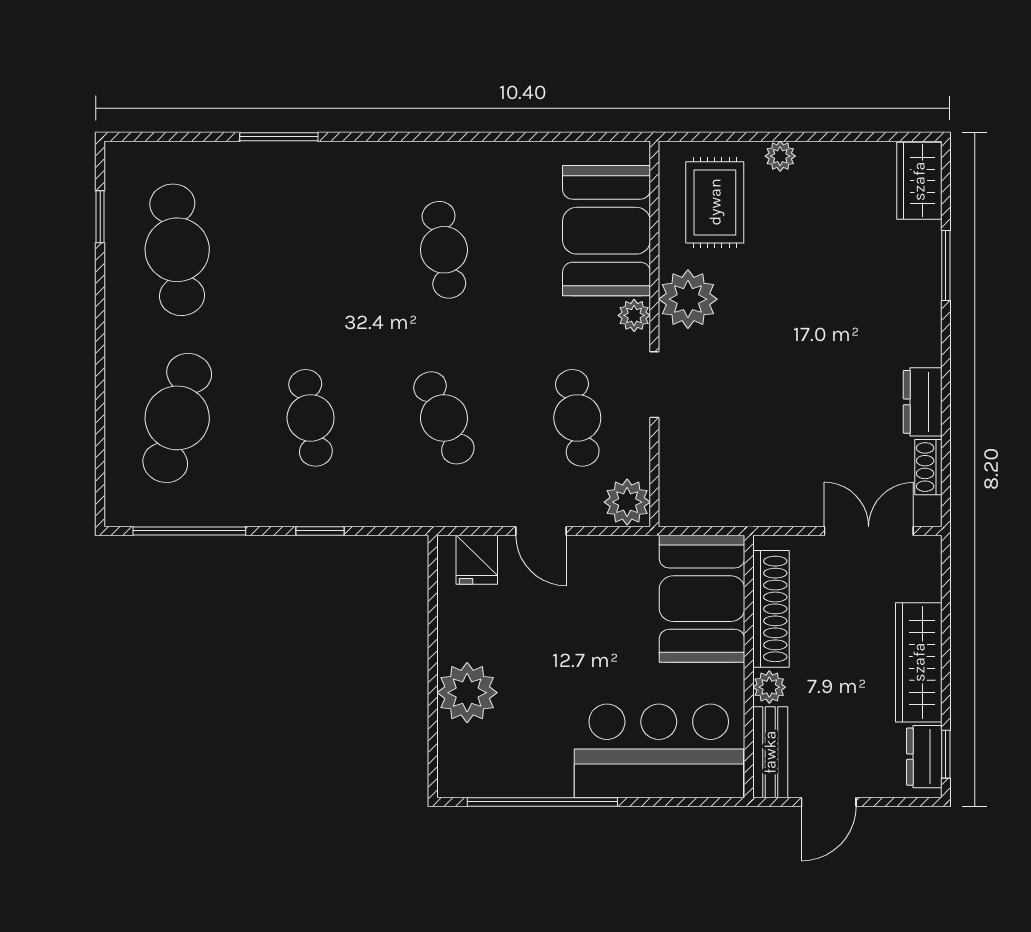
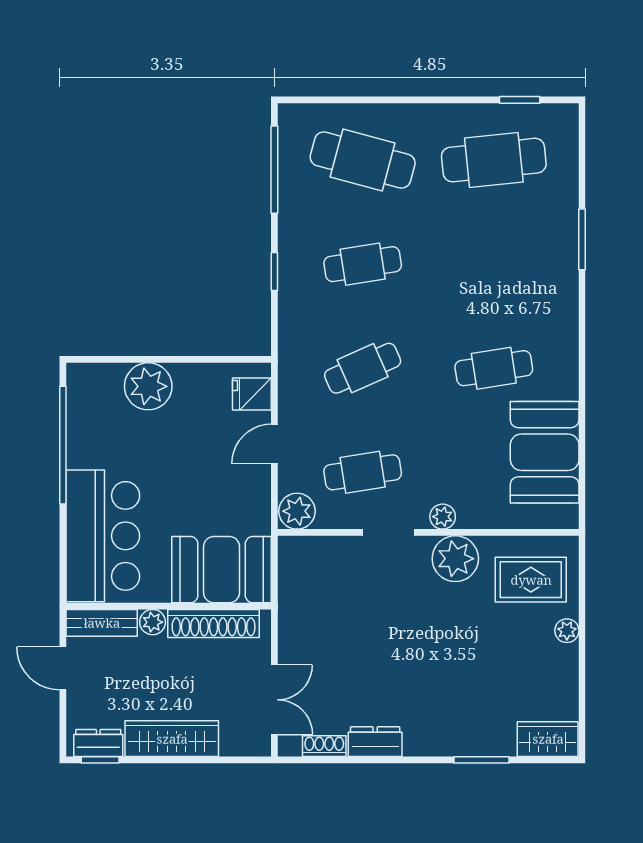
booth: (606, 231) -> (545, 452), moved, turned 90

